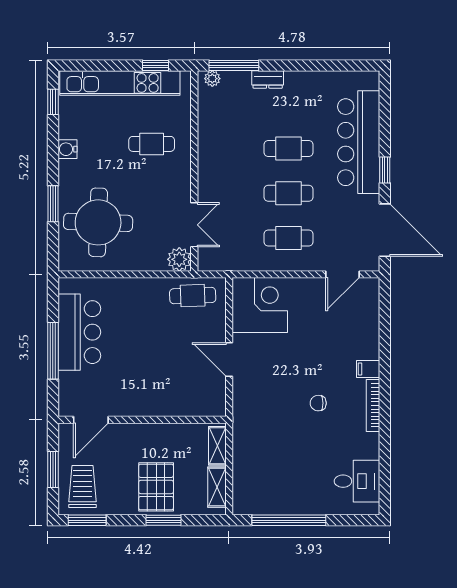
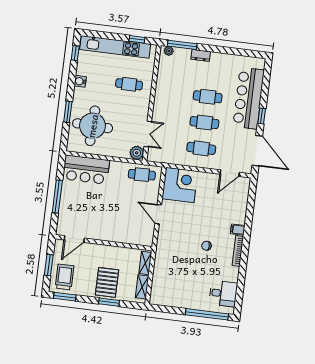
bar counter: (79, 332) -> (86, 170), moved, turned 90
window: (289, 520) -> (207, 314), moved

